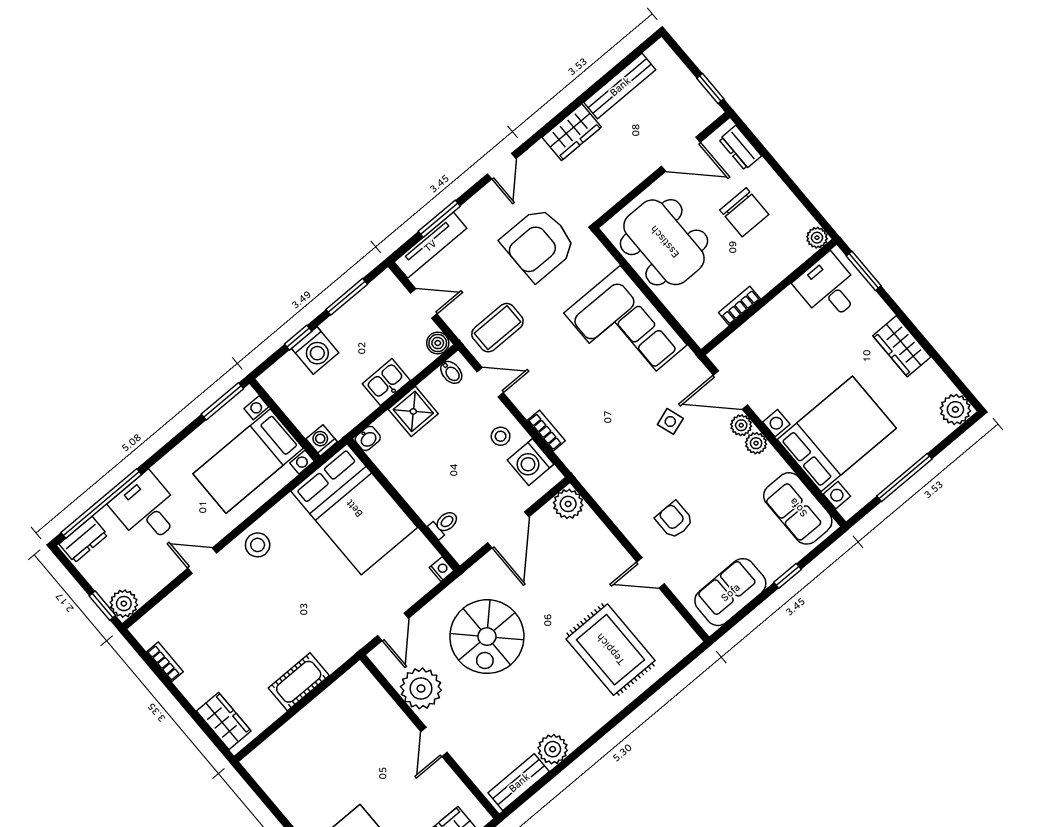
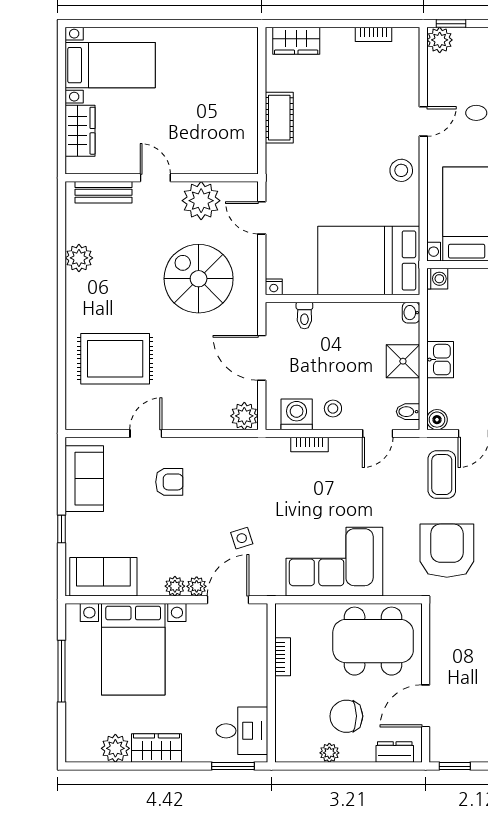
plant: (817, 238) -> (329, 753), moved
coffee table: (497, 328) -> (442, 475), moved
plant: (955, 409) -> (115, 748), moved
bench: (519, 782) -> (104, 192), moved, turned 90

